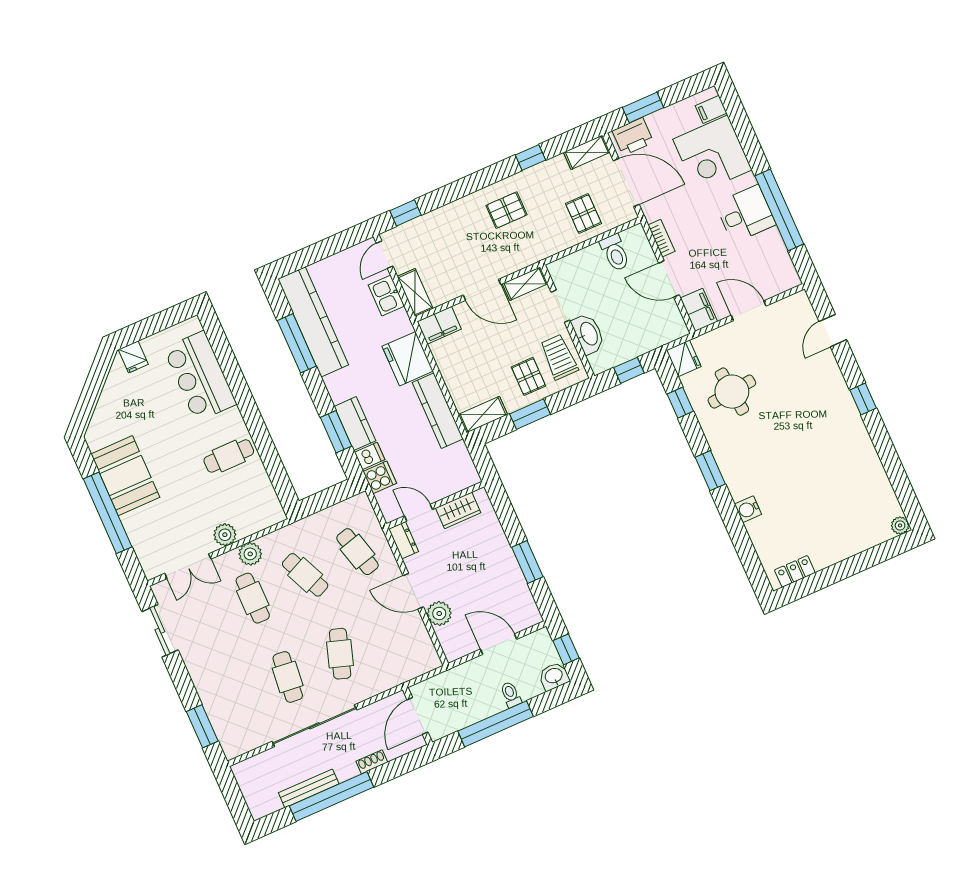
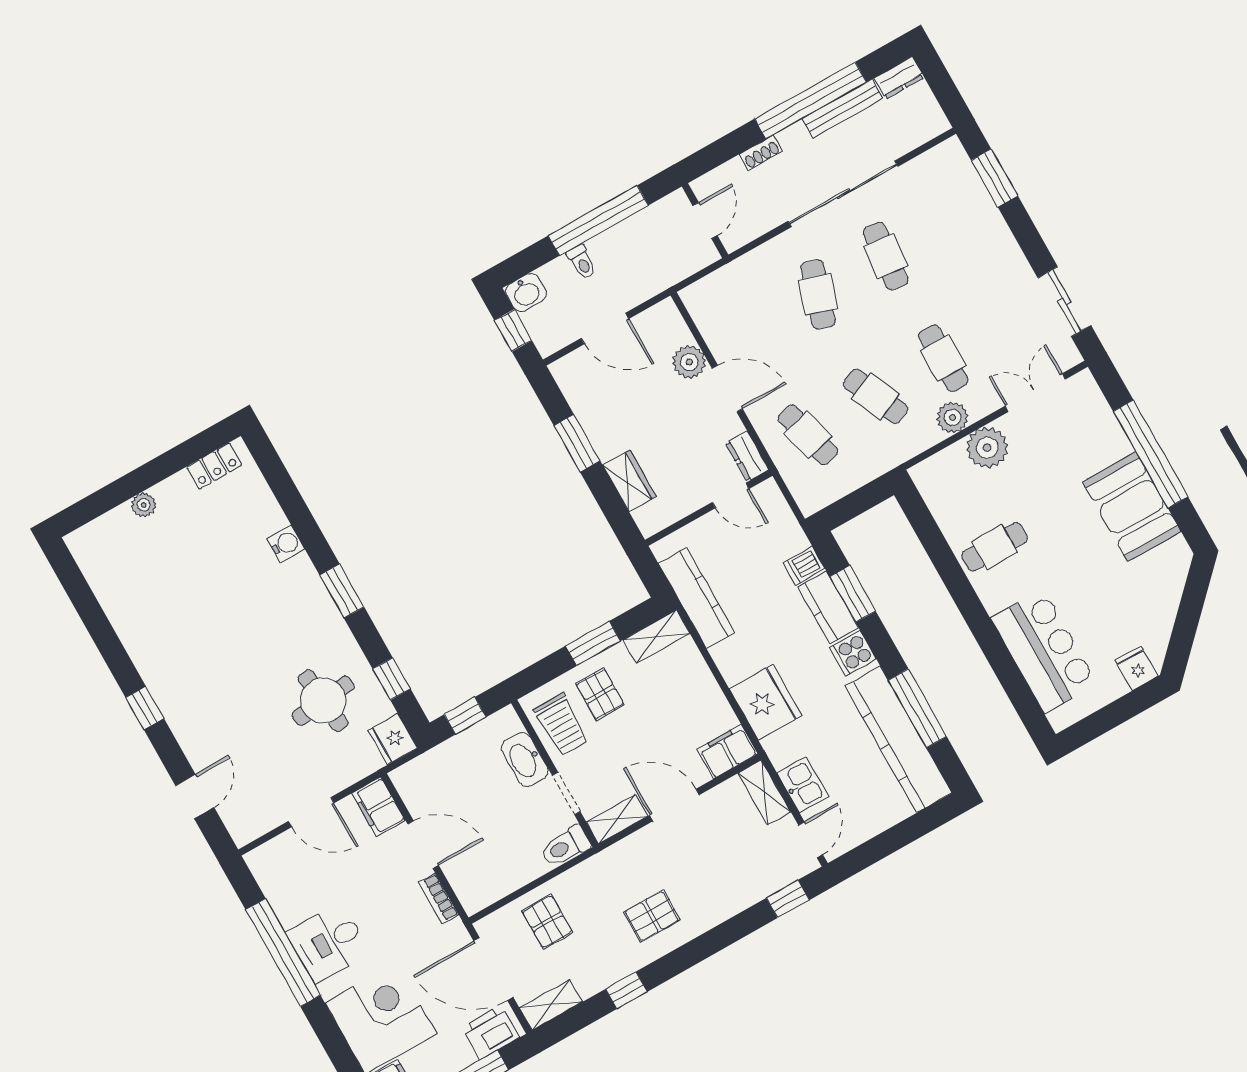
toilet: (615, 253) -> (565, 846), moved, turned -90
kitchen counter: (438, 411) -> (697, 598), moved
cooker: (380, 477) -> (853, 653), moved
wardrobe: (458, 510) -> (629, 481), moved, turned 90
plant: (900, 525) -> (144, 505), moved
plant: (225, 535) -> (987, 448), width x1.36, depth x1.36
door: (417, 716) -> (705, 221), width x0.73
dresser: (265, 807) -> (899, 78), added

